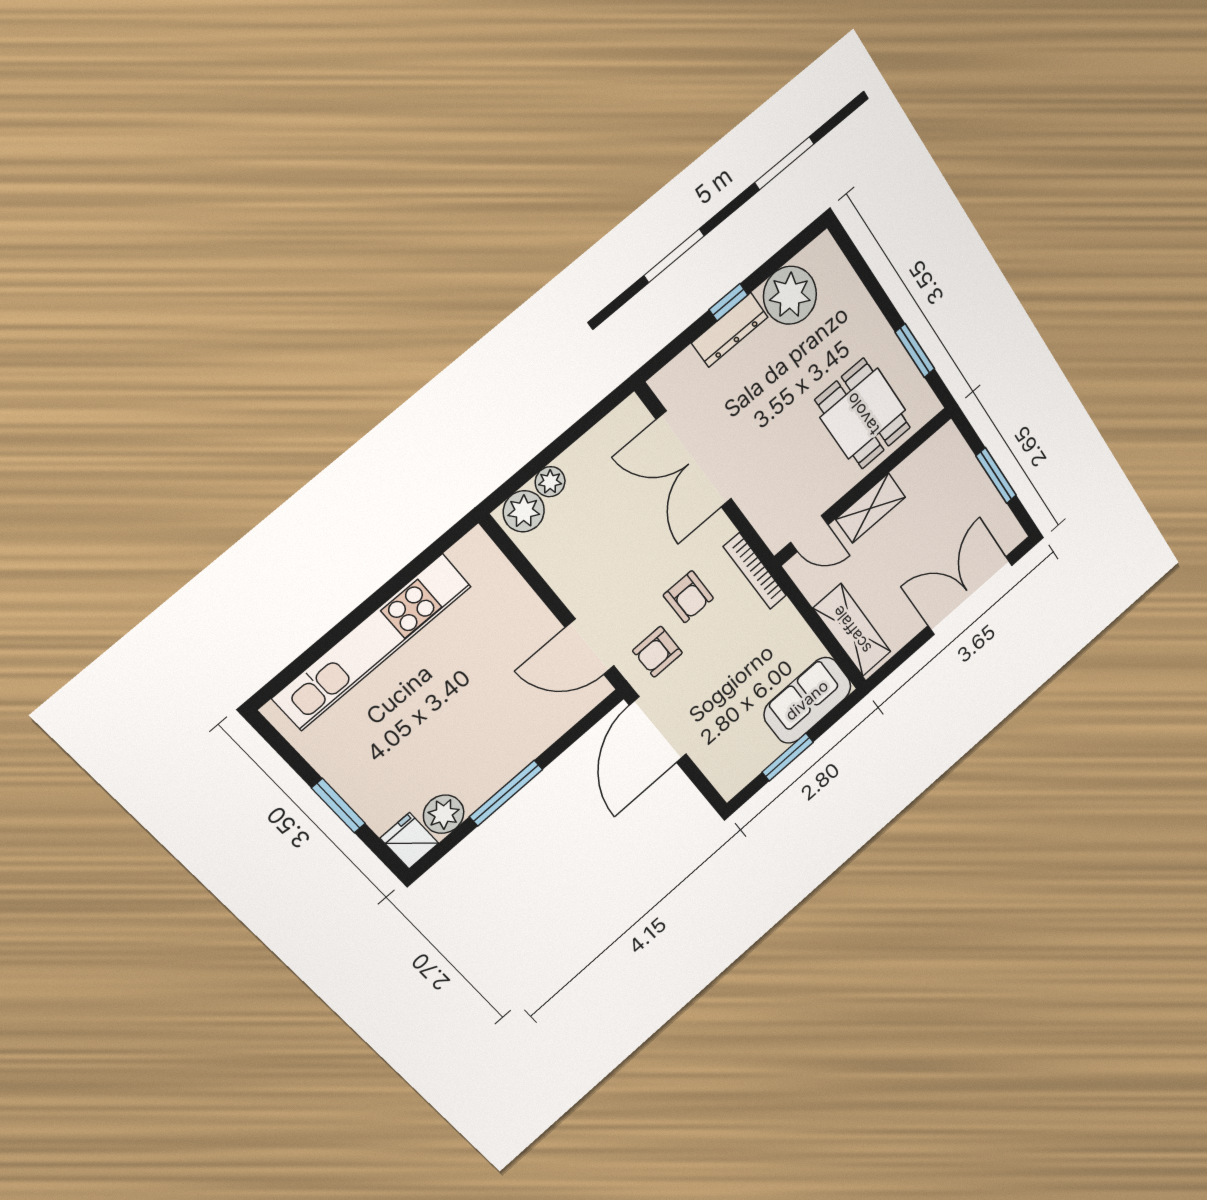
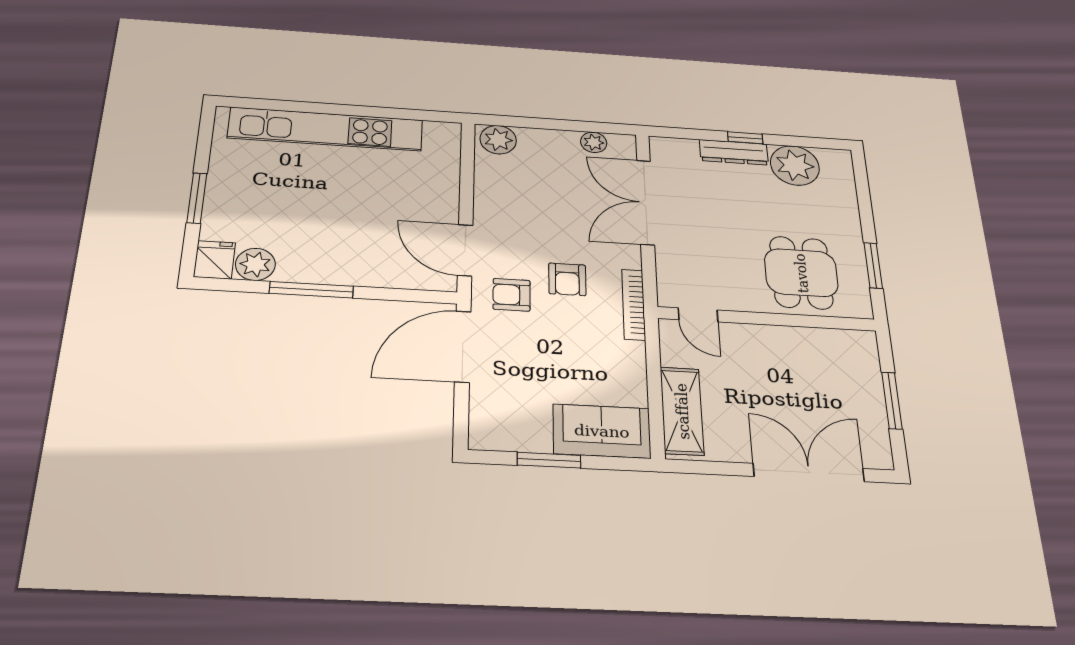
plant: (550, 482) -> (594, 142), moved
shelving: (870, 508) -> (763, 338), removed

